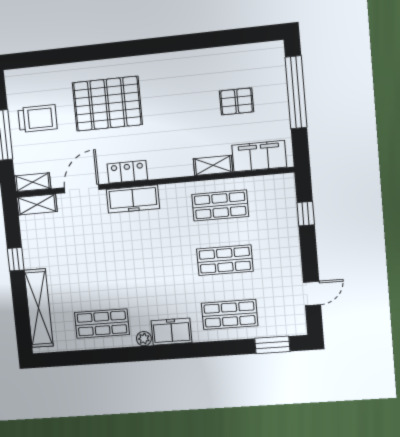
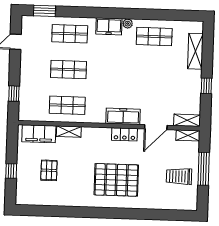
window: (296, 92) -> (11, 171), width x0.32
pallet: (237, 101) -> (49, 170), turned 90
pallet: (107, 104) -> (116, 180), moved
shelving: (39, 308) -> (195, 51), width x0.68

